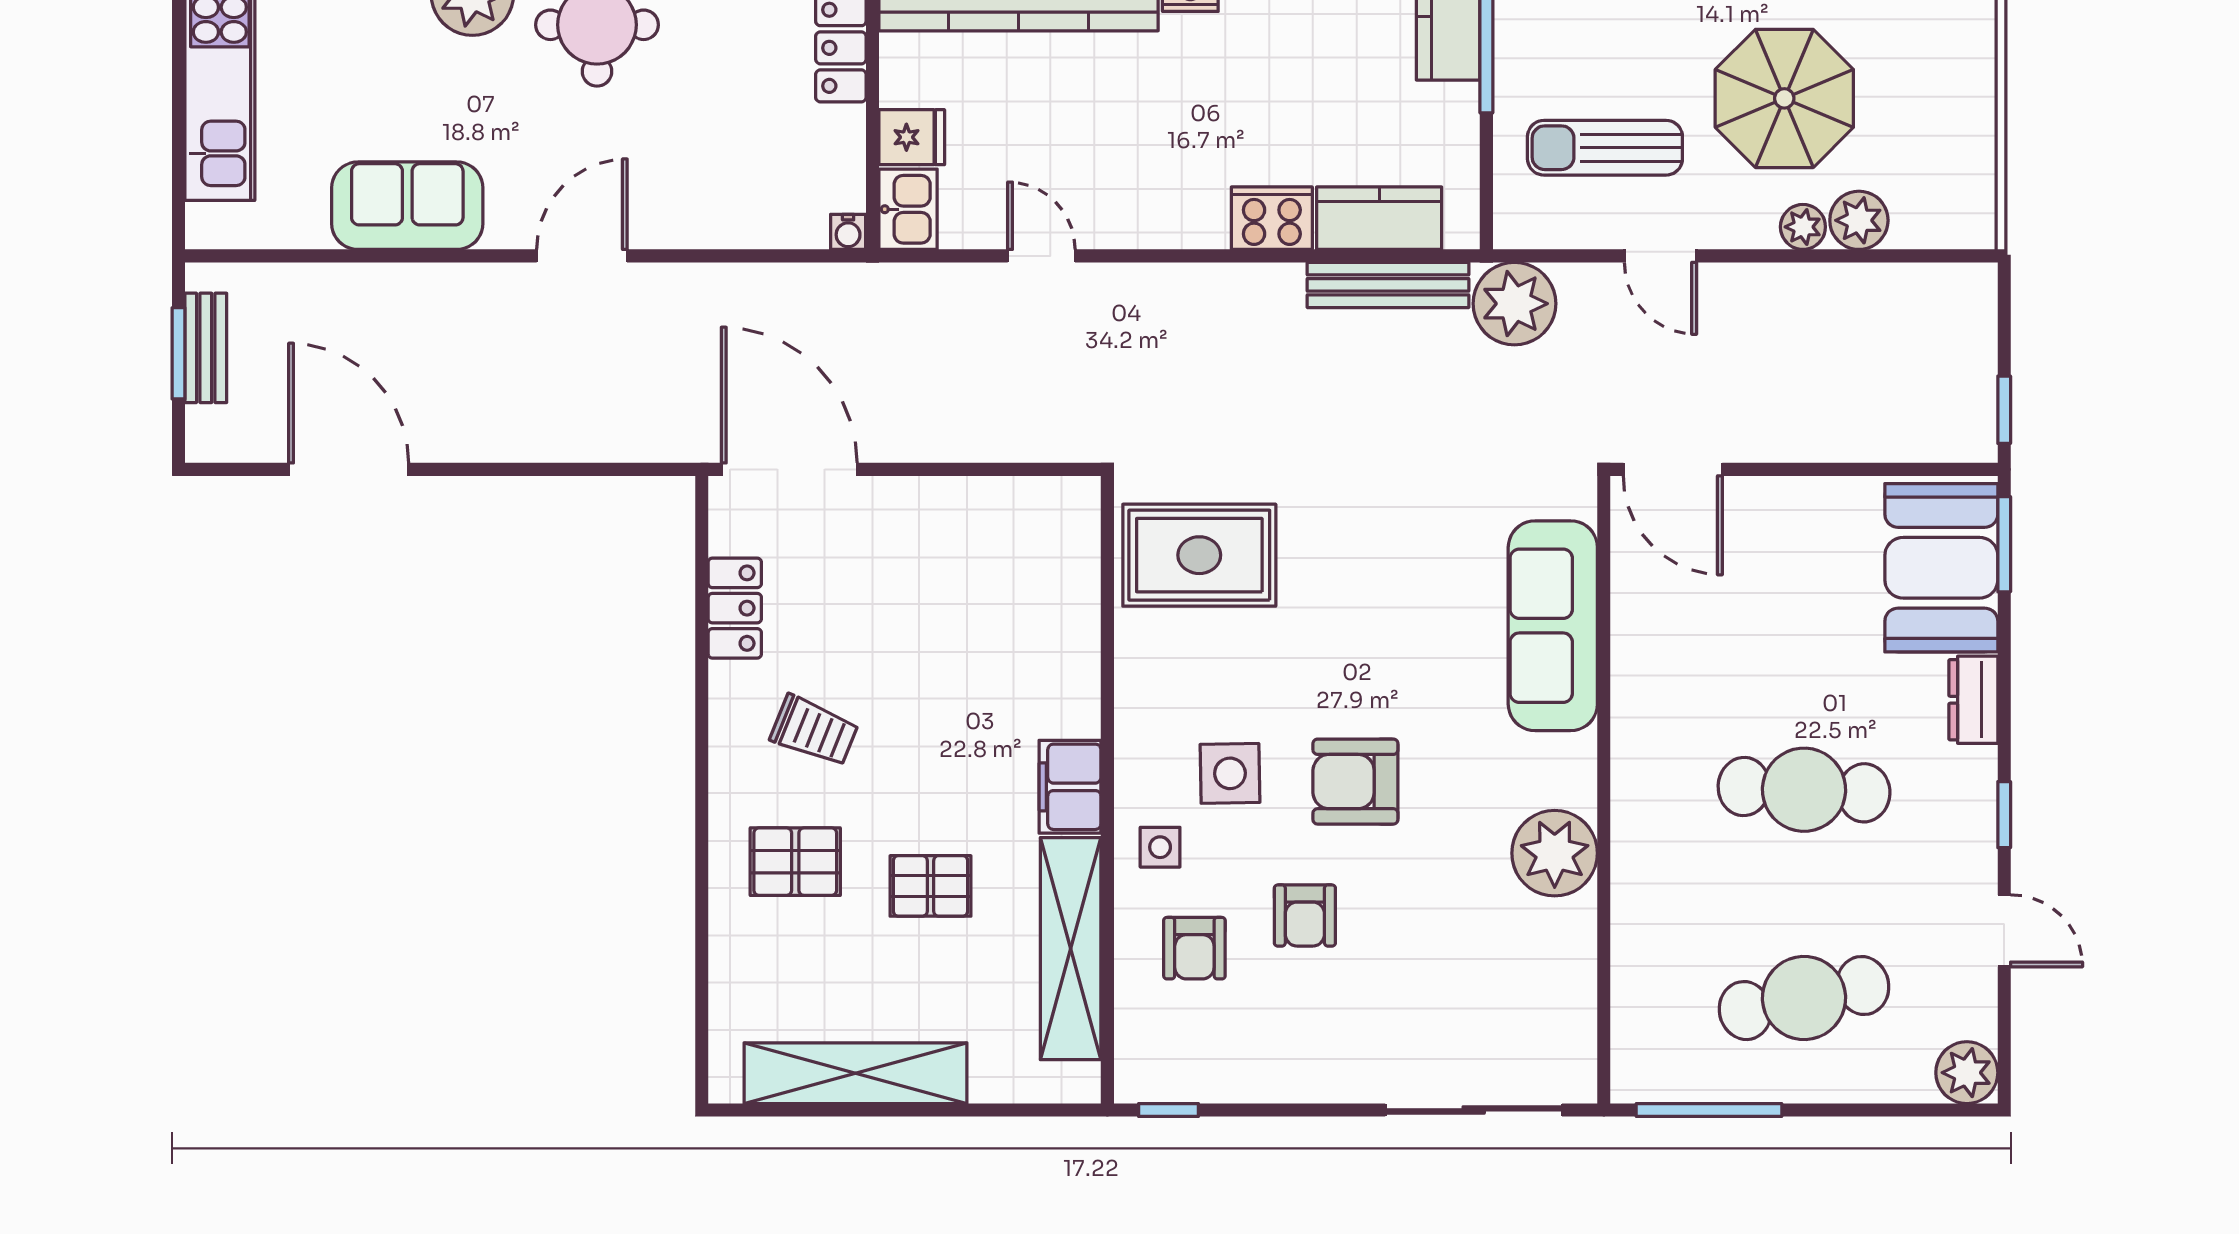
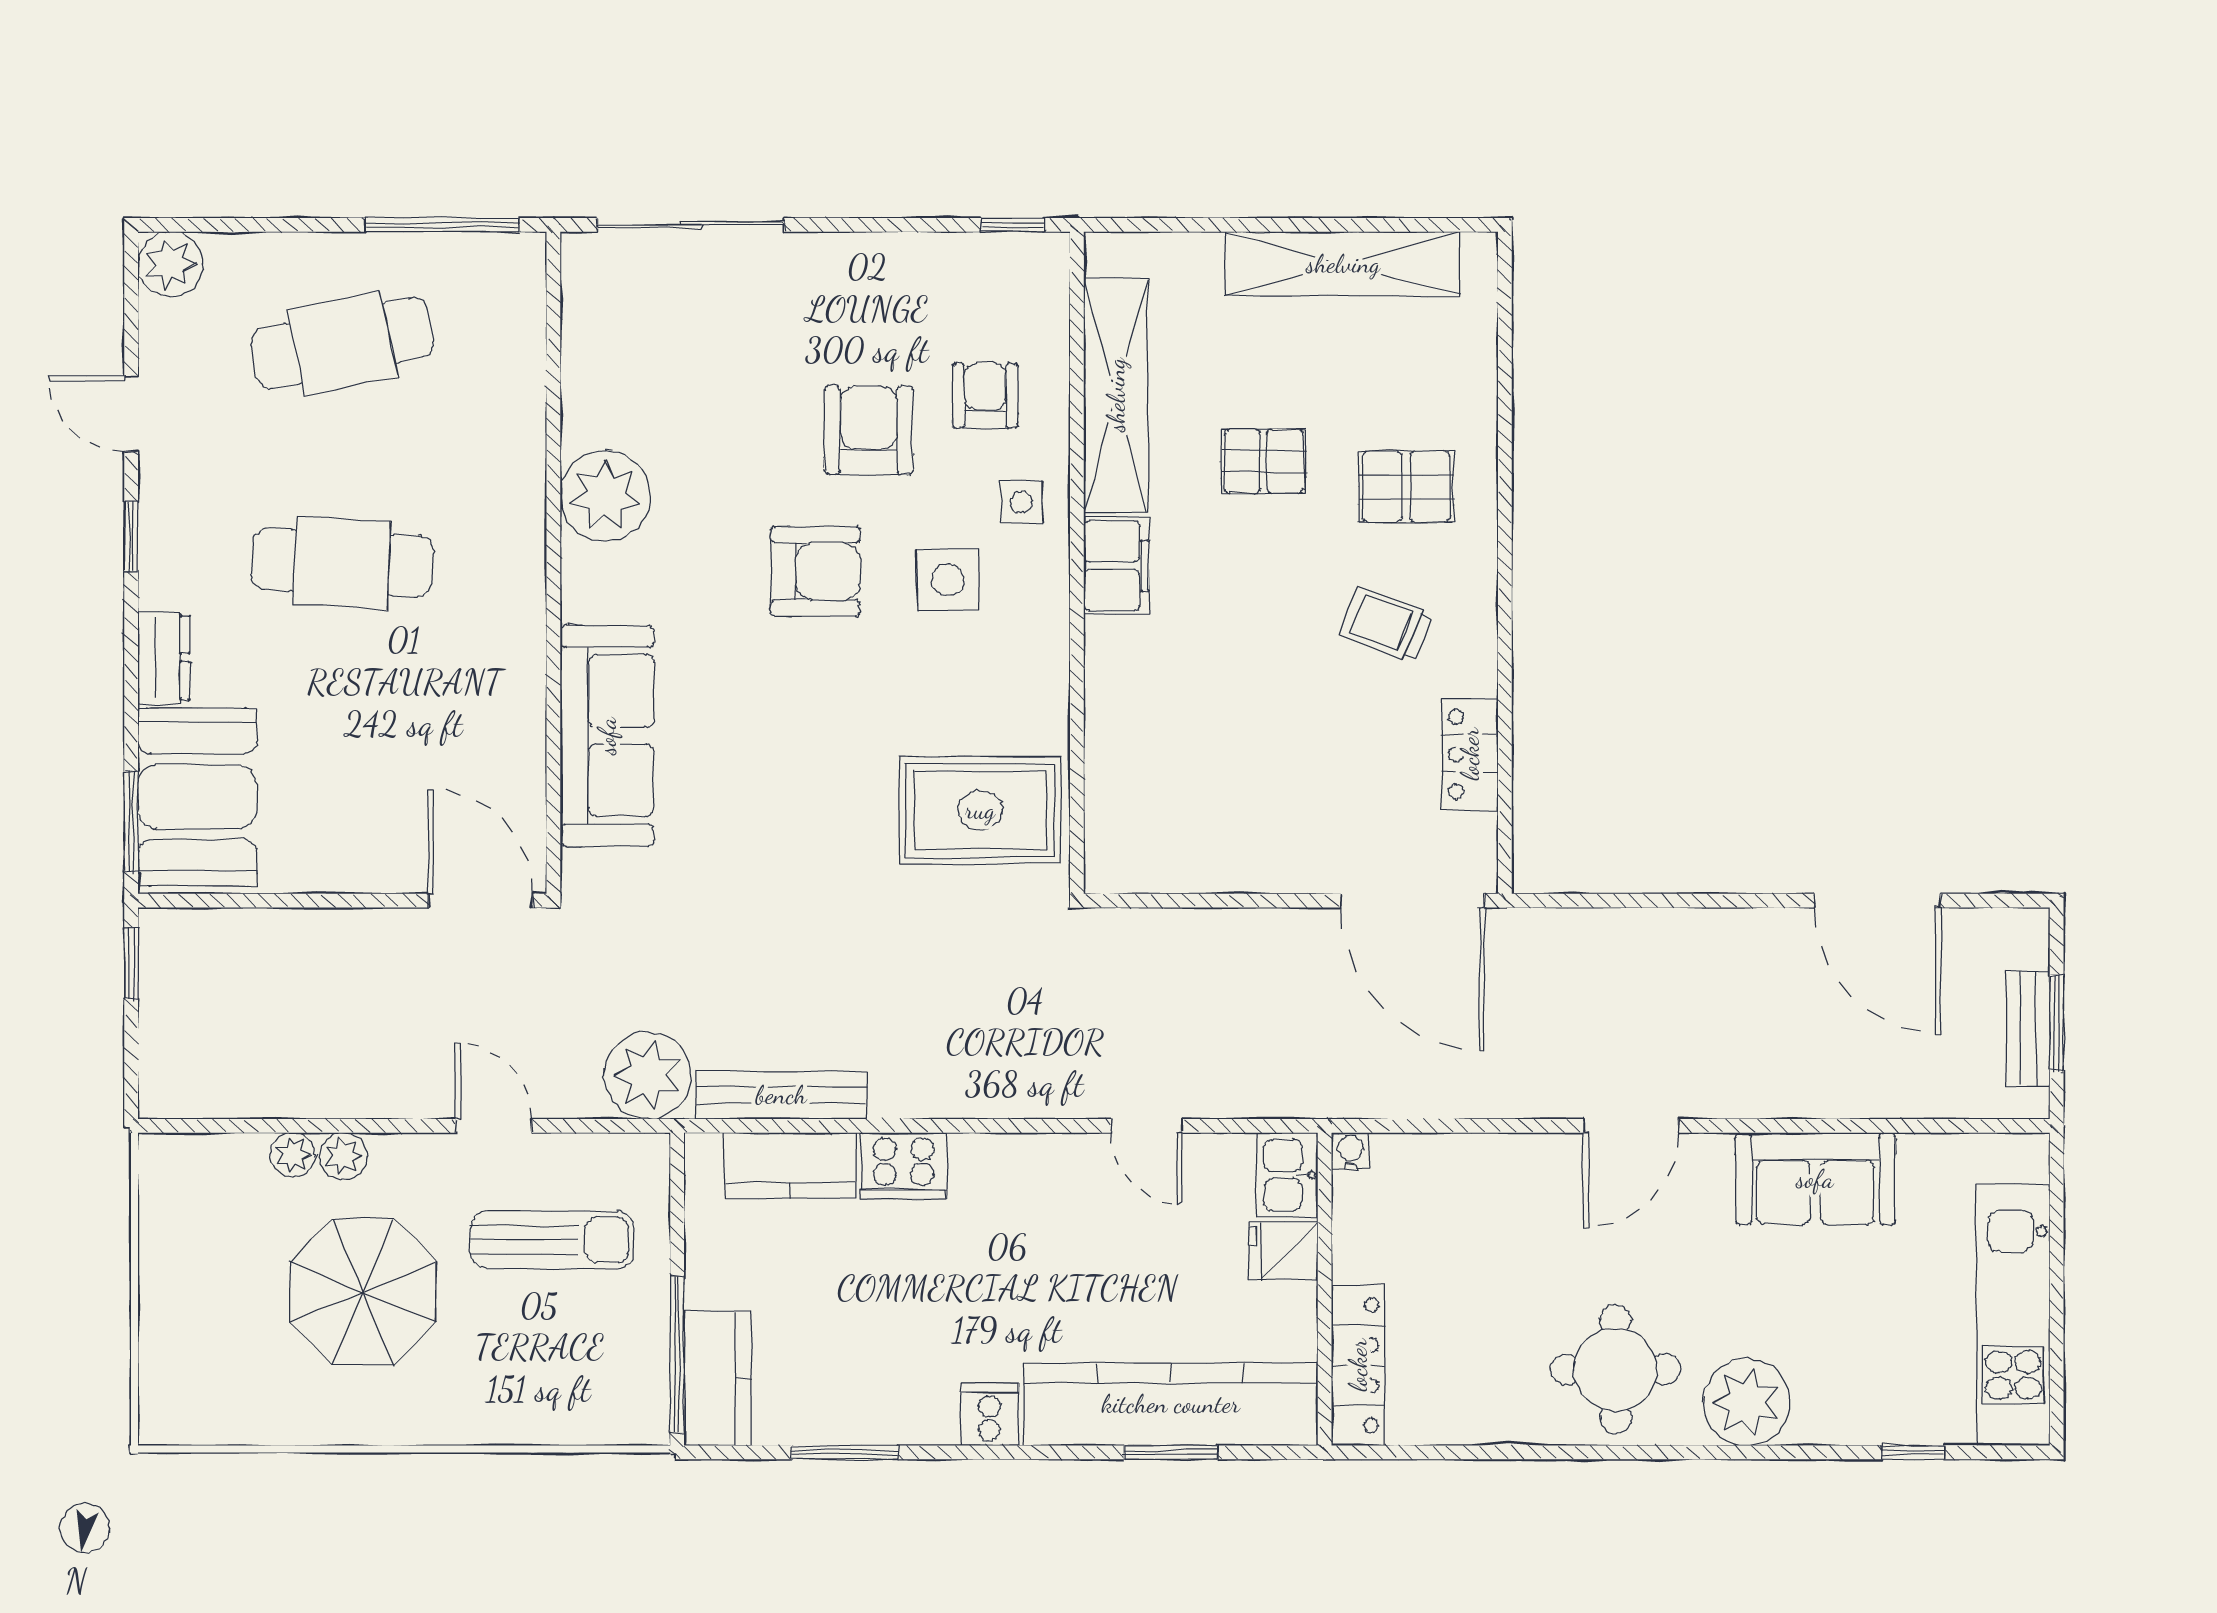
plant: (1859, 220) -> (293, 1155), width x0.73, depth x0.73
armchair: (1305, 916) -> (869, 430), width x1.38, depth x1.38

